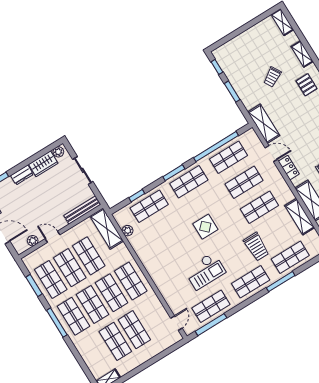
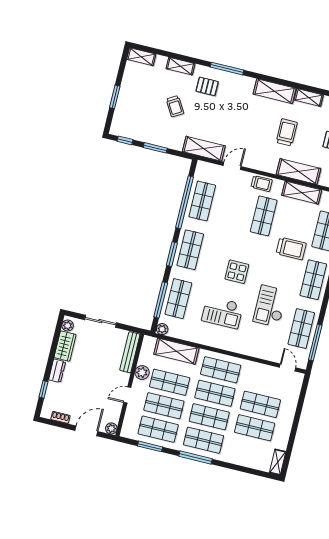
window: (239, 32) -> (115, 97), added
locker: (289, 168) -> (256, 163), removed
shop shelf: (244, 182) -> (233, 208), removed
trolley: (279, 184) -> (262, 184), added
window: (137, 196) -> (161, 300), width x2.17
shelving: (107, 229) -> (176, 351), moved
plant: (77, 231) -> (142, 372), added
plant: (128, 231) -> (162, 329), moved
plant: (33, 241) -> (111, 428), moved
checkout: (169, 244) -> (222, 312), added
checkout: (205, 271) -> (270, 306), turned 180

